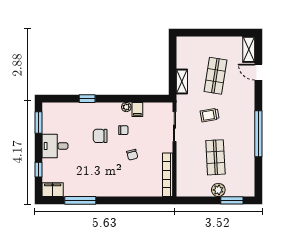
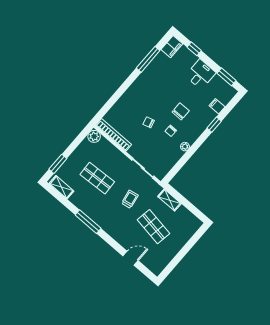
shelving: (249, 49) -> (62, 187), moved
filing cabinet: (137, 109) -> (217, 106), moved
window: (258, 134) -> (88, 222), width x0.68
plant: (218, 190) -> (94, 136), moved

